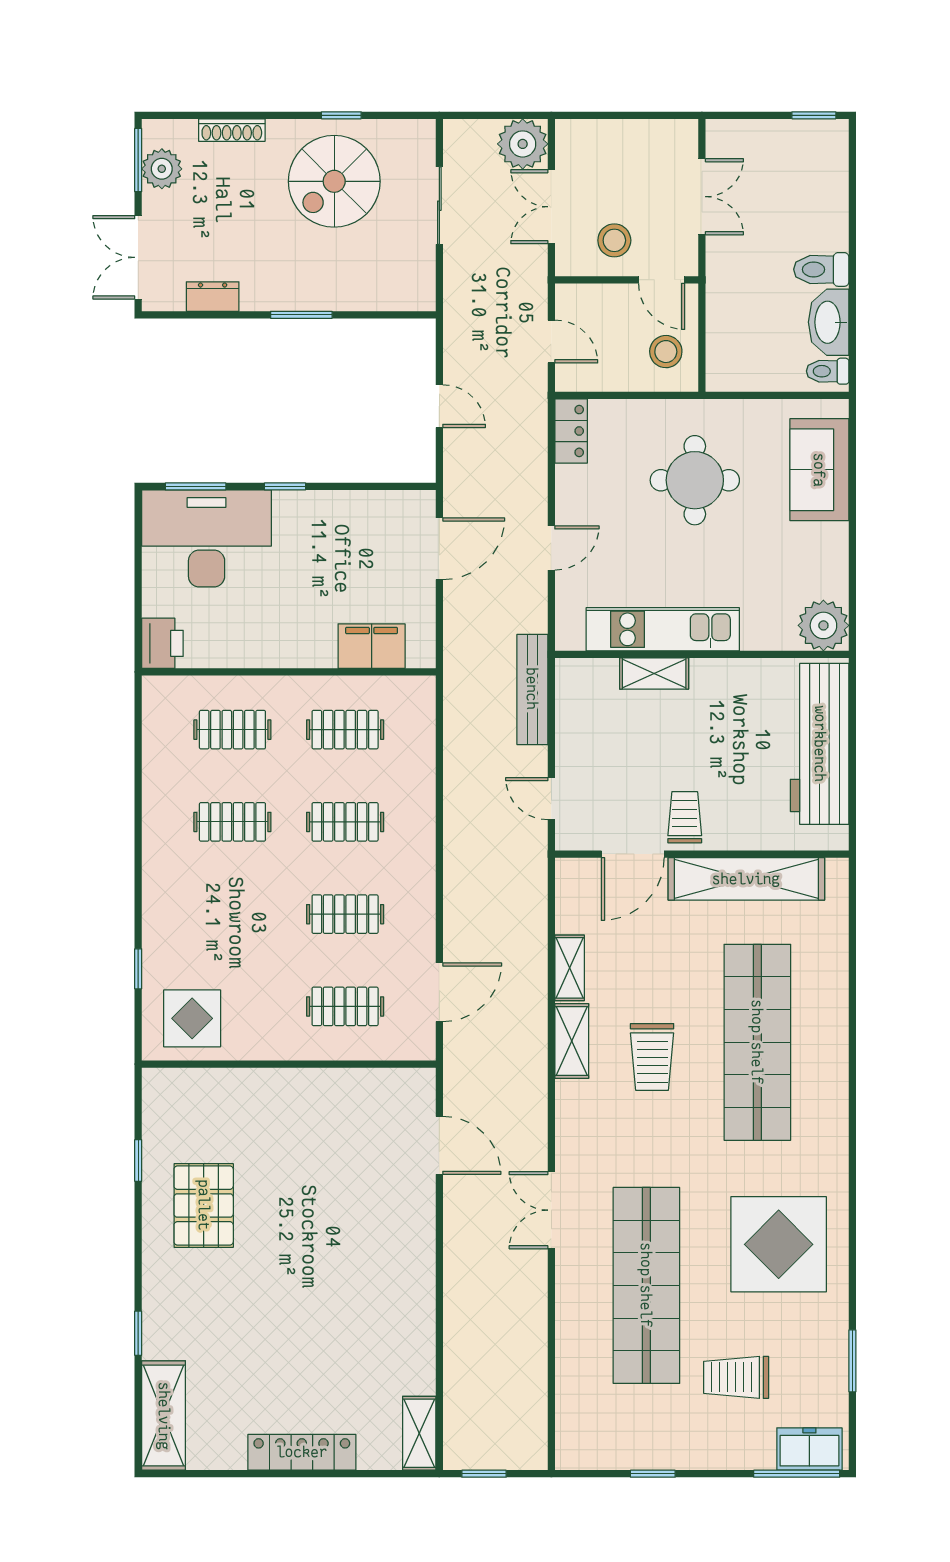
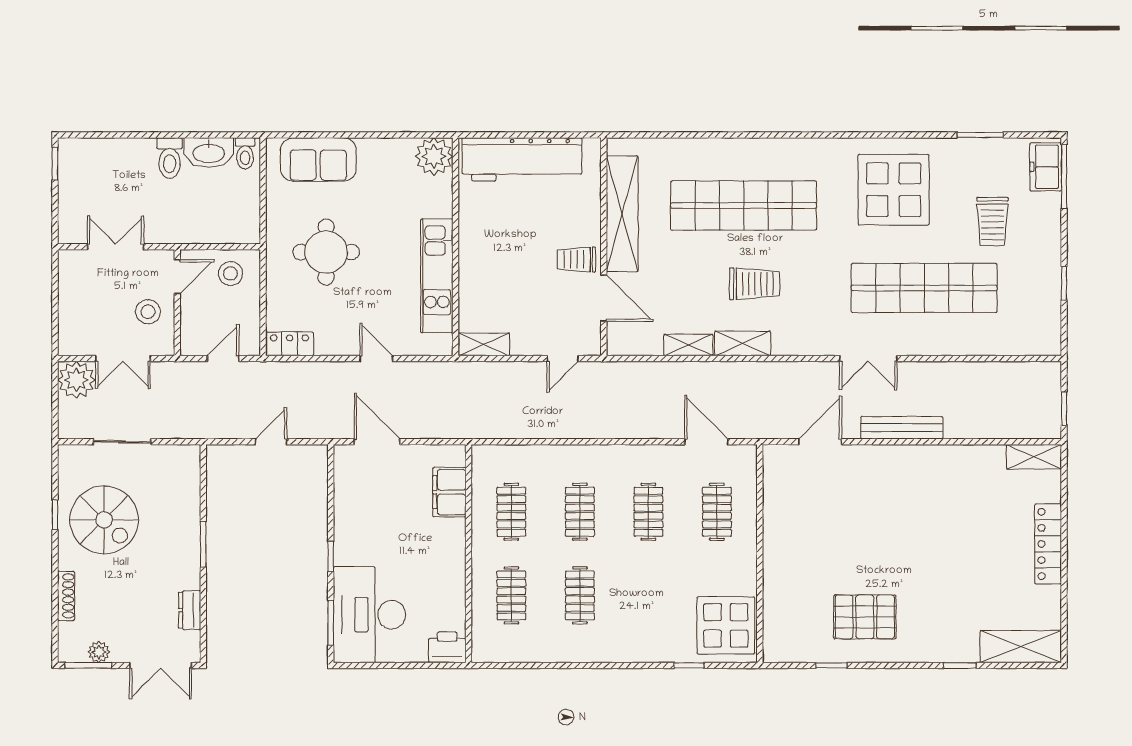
plant: (162, 169) -> (99, 652), width x0.73, depth x0.73
shelving: (654, 673) -> (484, 344), moved, turned 90
bench: (532, 689) -> (902, 428), moved
display table: (192, 1018) -> (726, 625), width x1.36, depth x1.36

